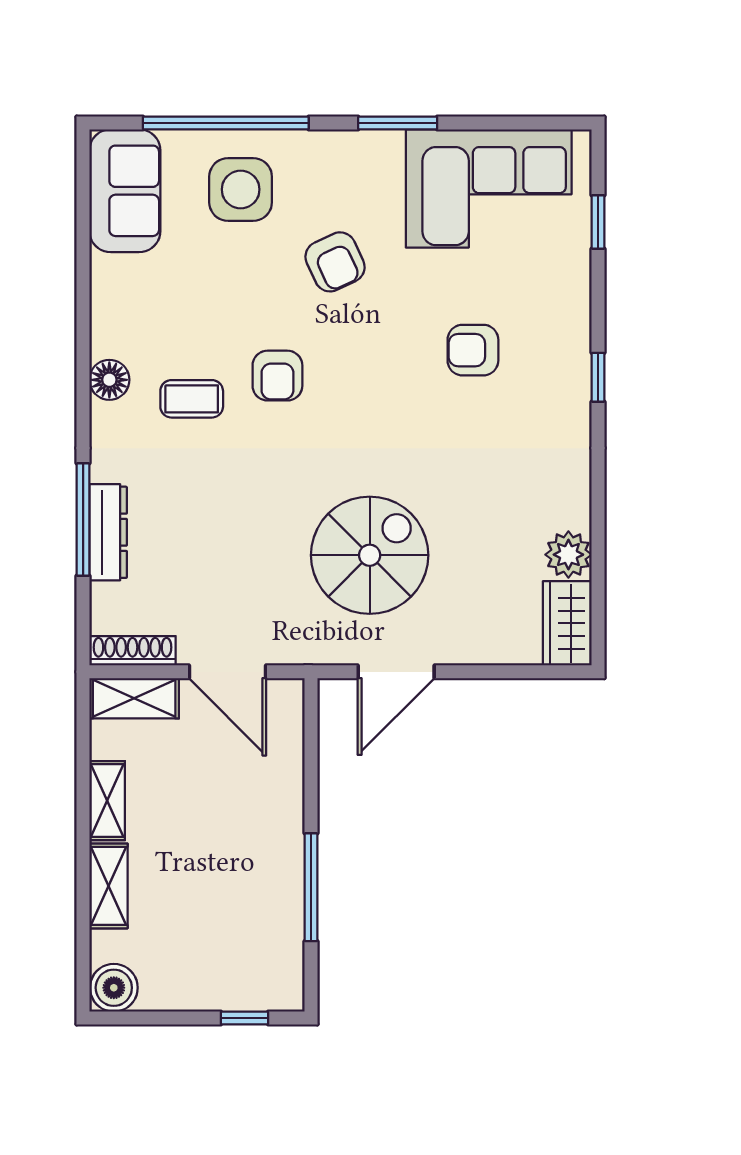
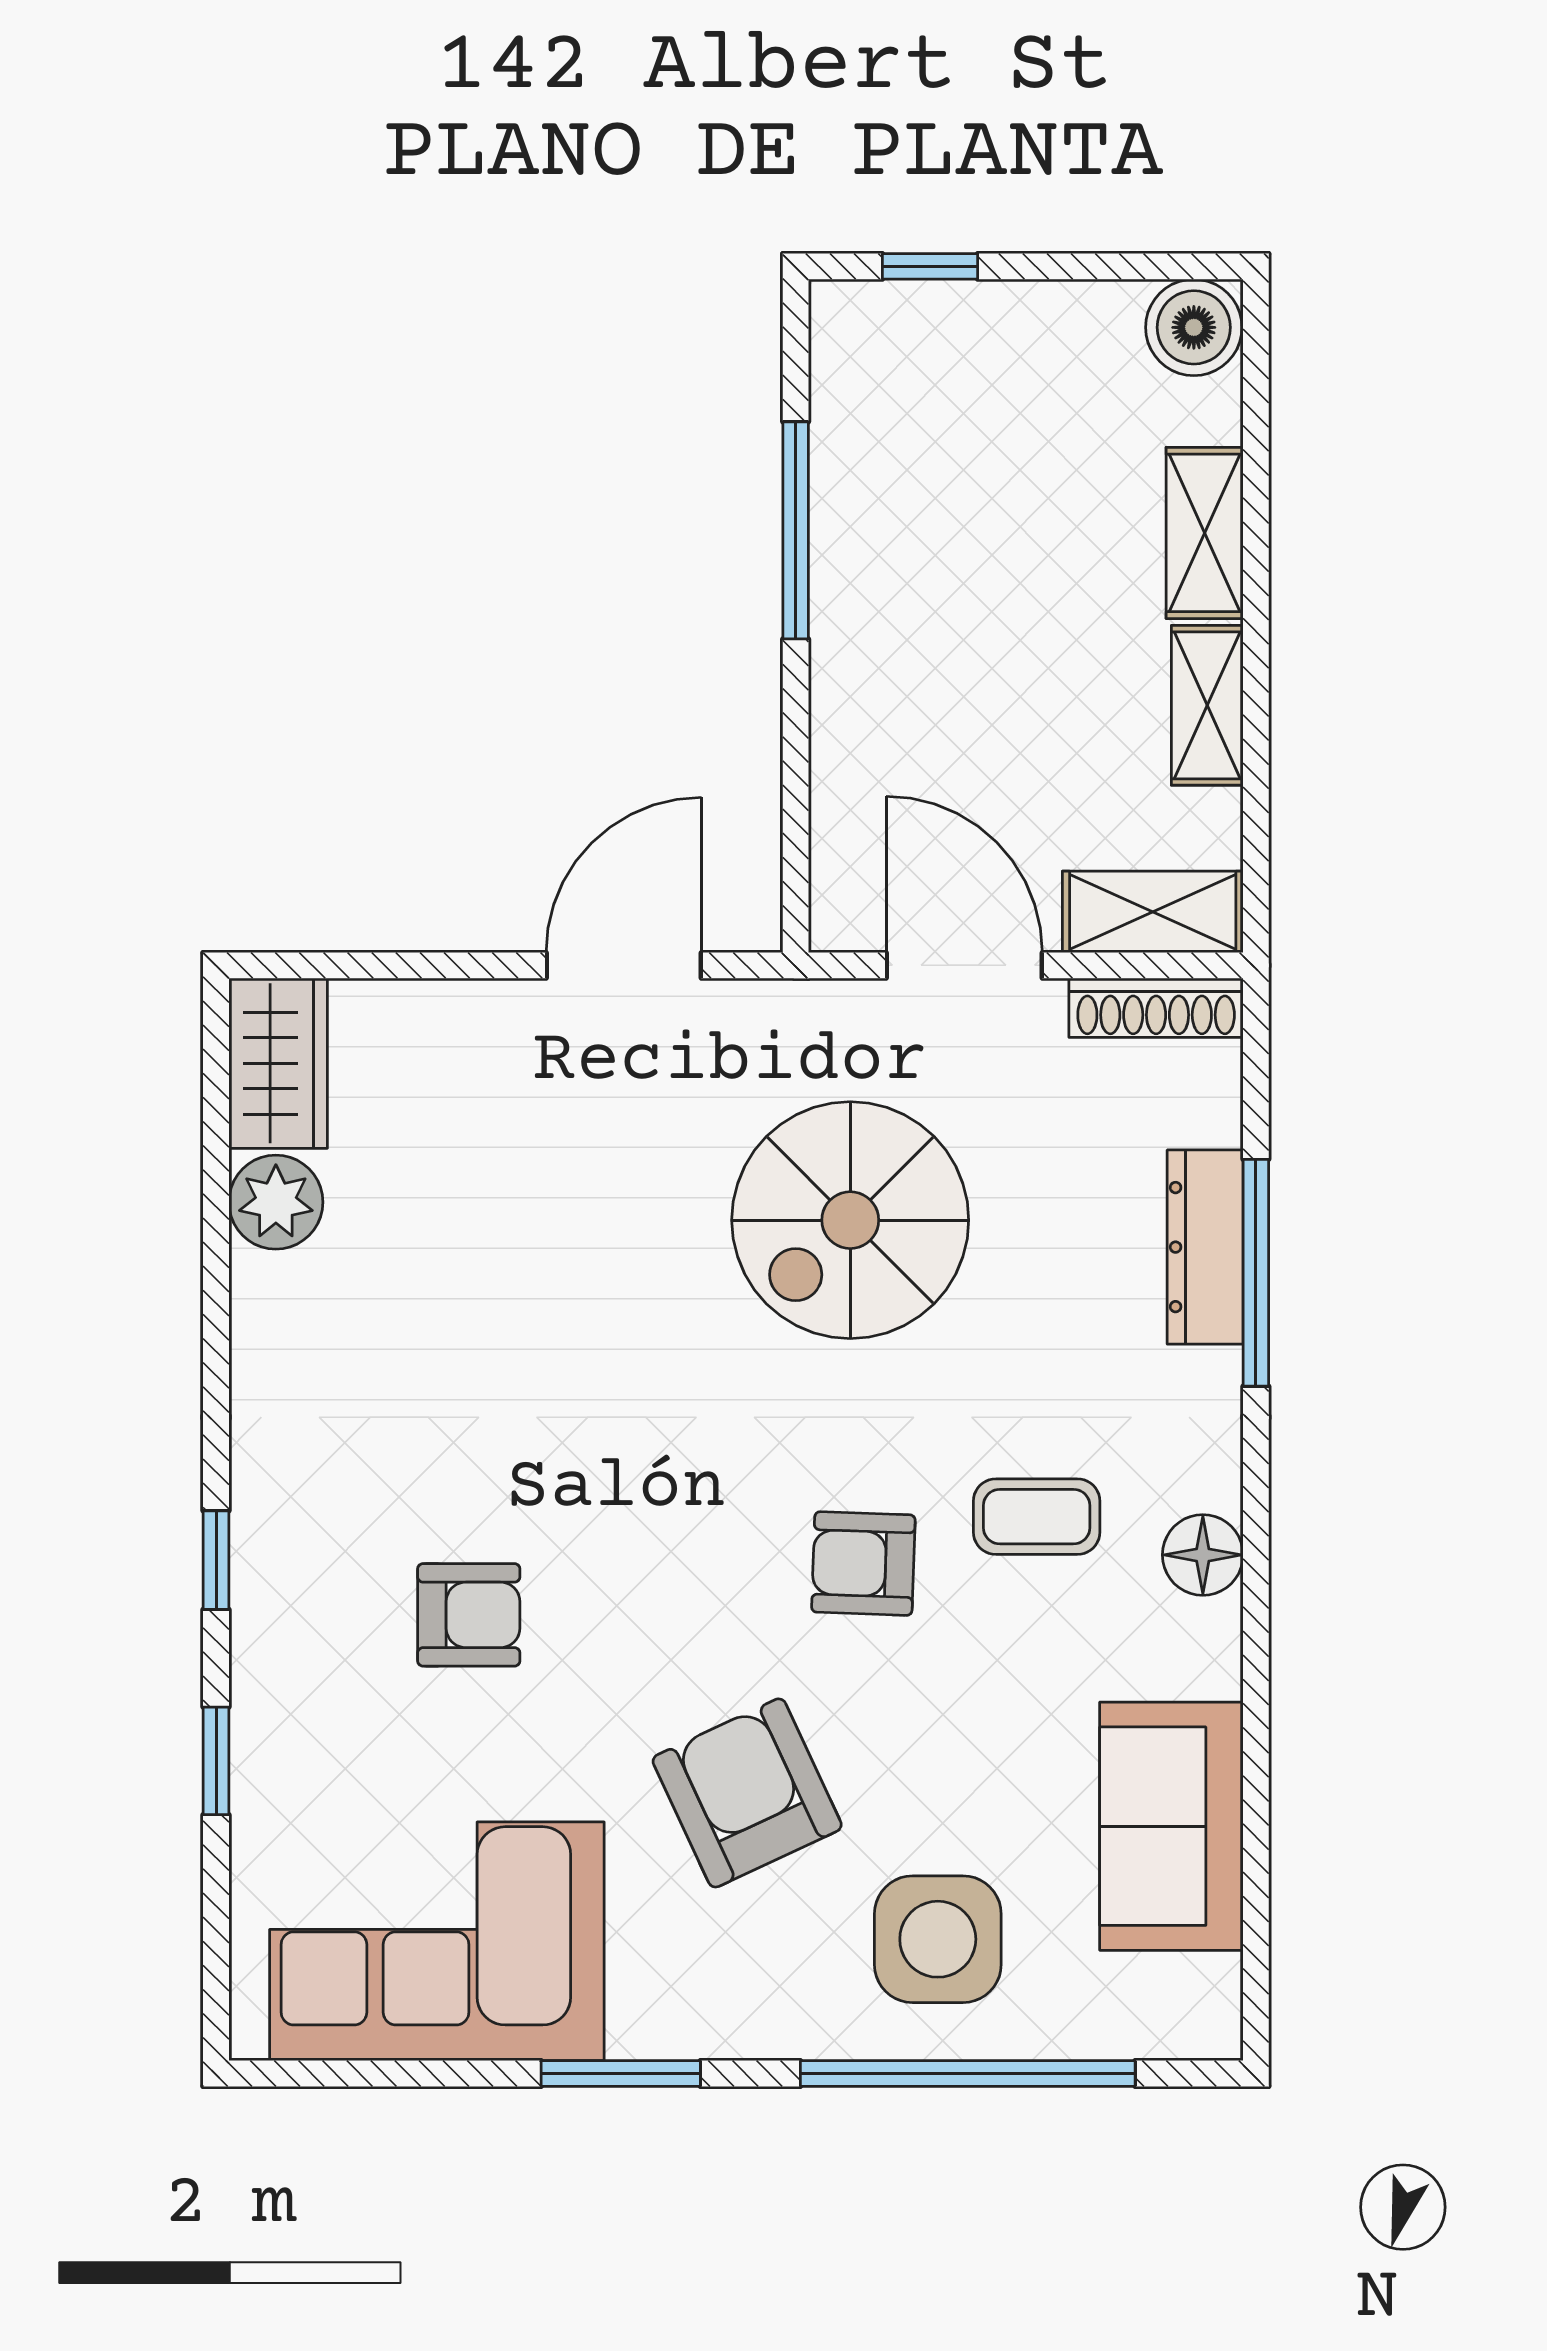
sofa: (125, 191) -> (1171, 1826), moved
window: (598, 222) -> (216, 1761), moved
armchair: (335, 262) -> (747, 1793), width x1.38, depth x1.38
armchair: (277, 376) -> (863, 1564), turned -88
spiral stairs: (370, 555) -> (850, 1220), moved

